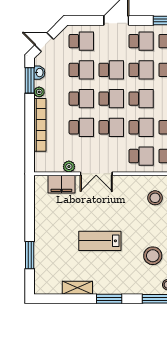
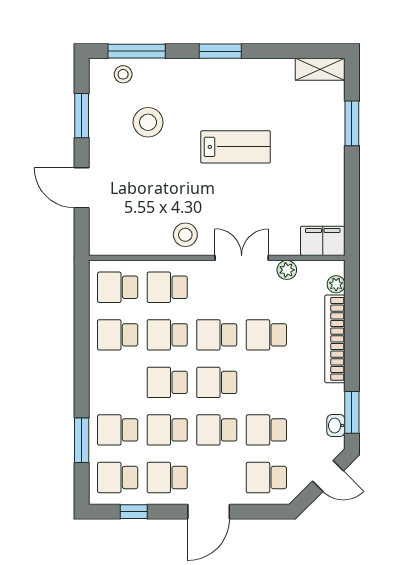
plant: (39, 92) -> (336, 284), moved
school desk: (81, 99) -> (266, 382), removed
filing cabinet: (61, 184) -> (323, 241), moved
stool: (155, 198) -> (185, 235), moved
shelving: (77, 288) -> (320, 69), moved

